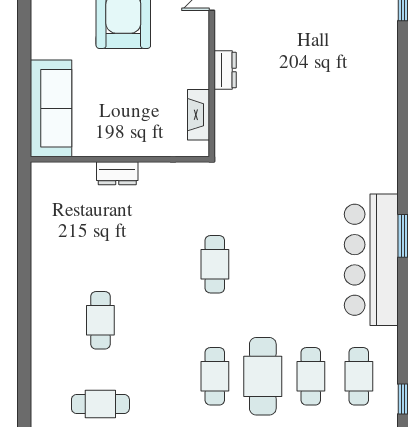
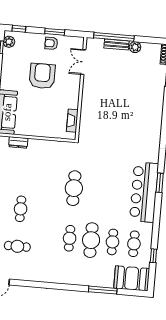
dresser: (225, 70) -> (86, 102), removed
dresser: (117, 173) -> (18, 142), moved
cafe table: (215, 264) -> (74, 188), width x1.37, depth x1.35

